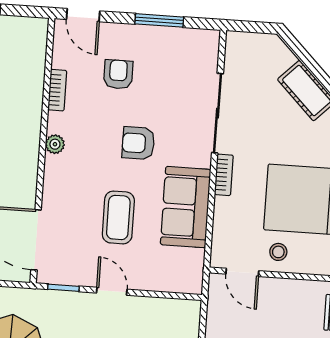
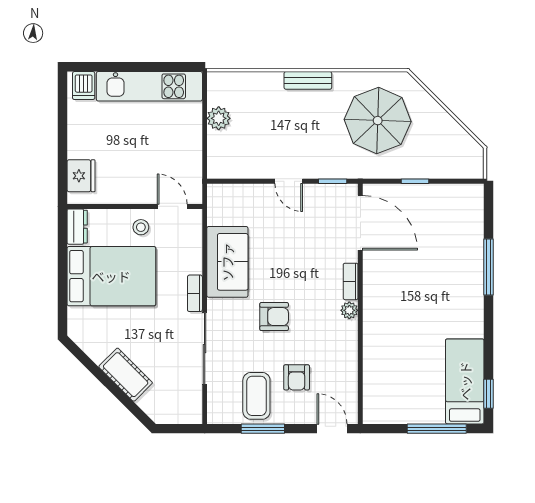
bookcase: (57, 90) -> (351, 281), moved
coffee table: (118, 217) -> (256, 396), moved

